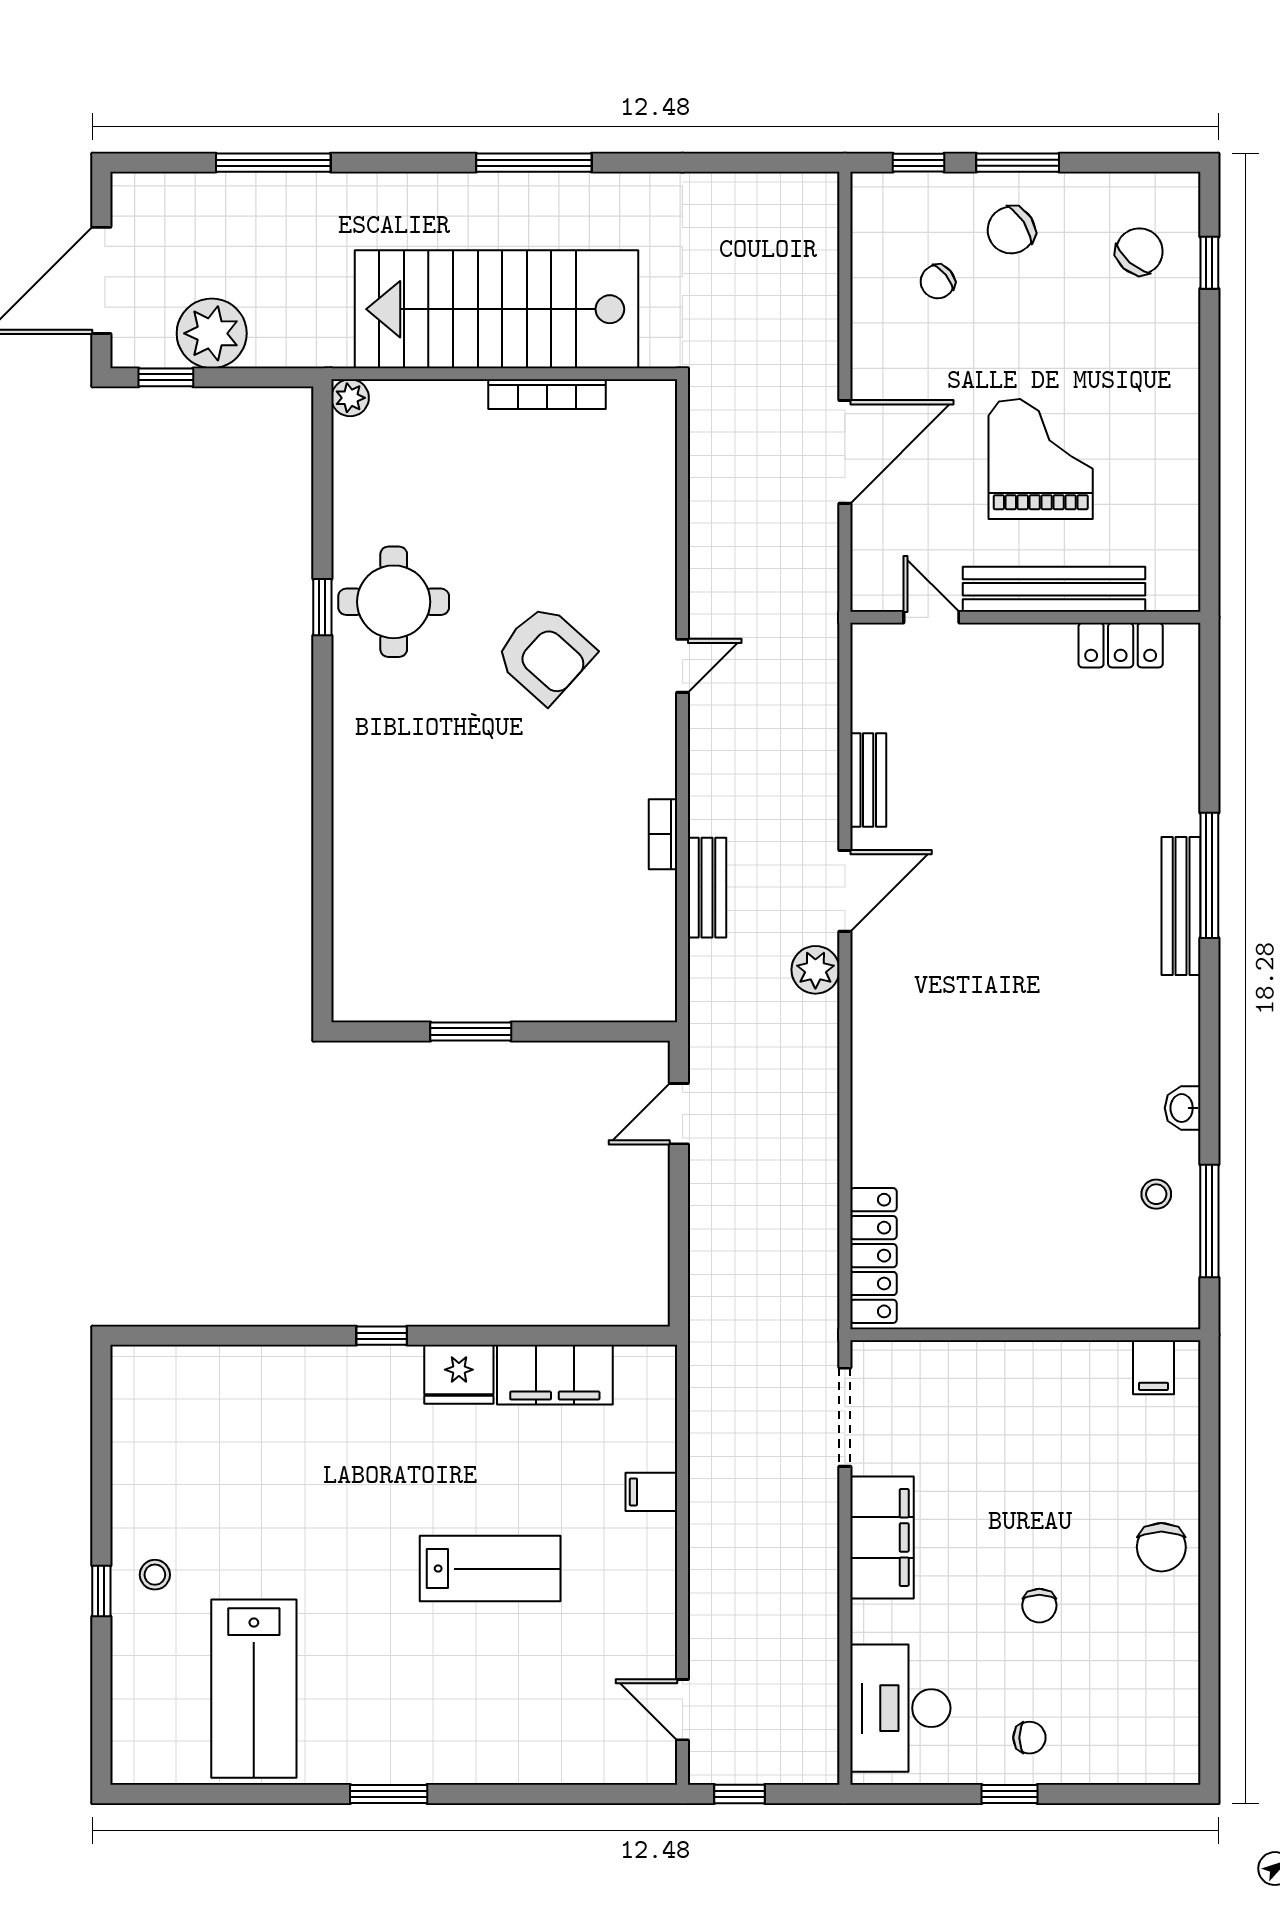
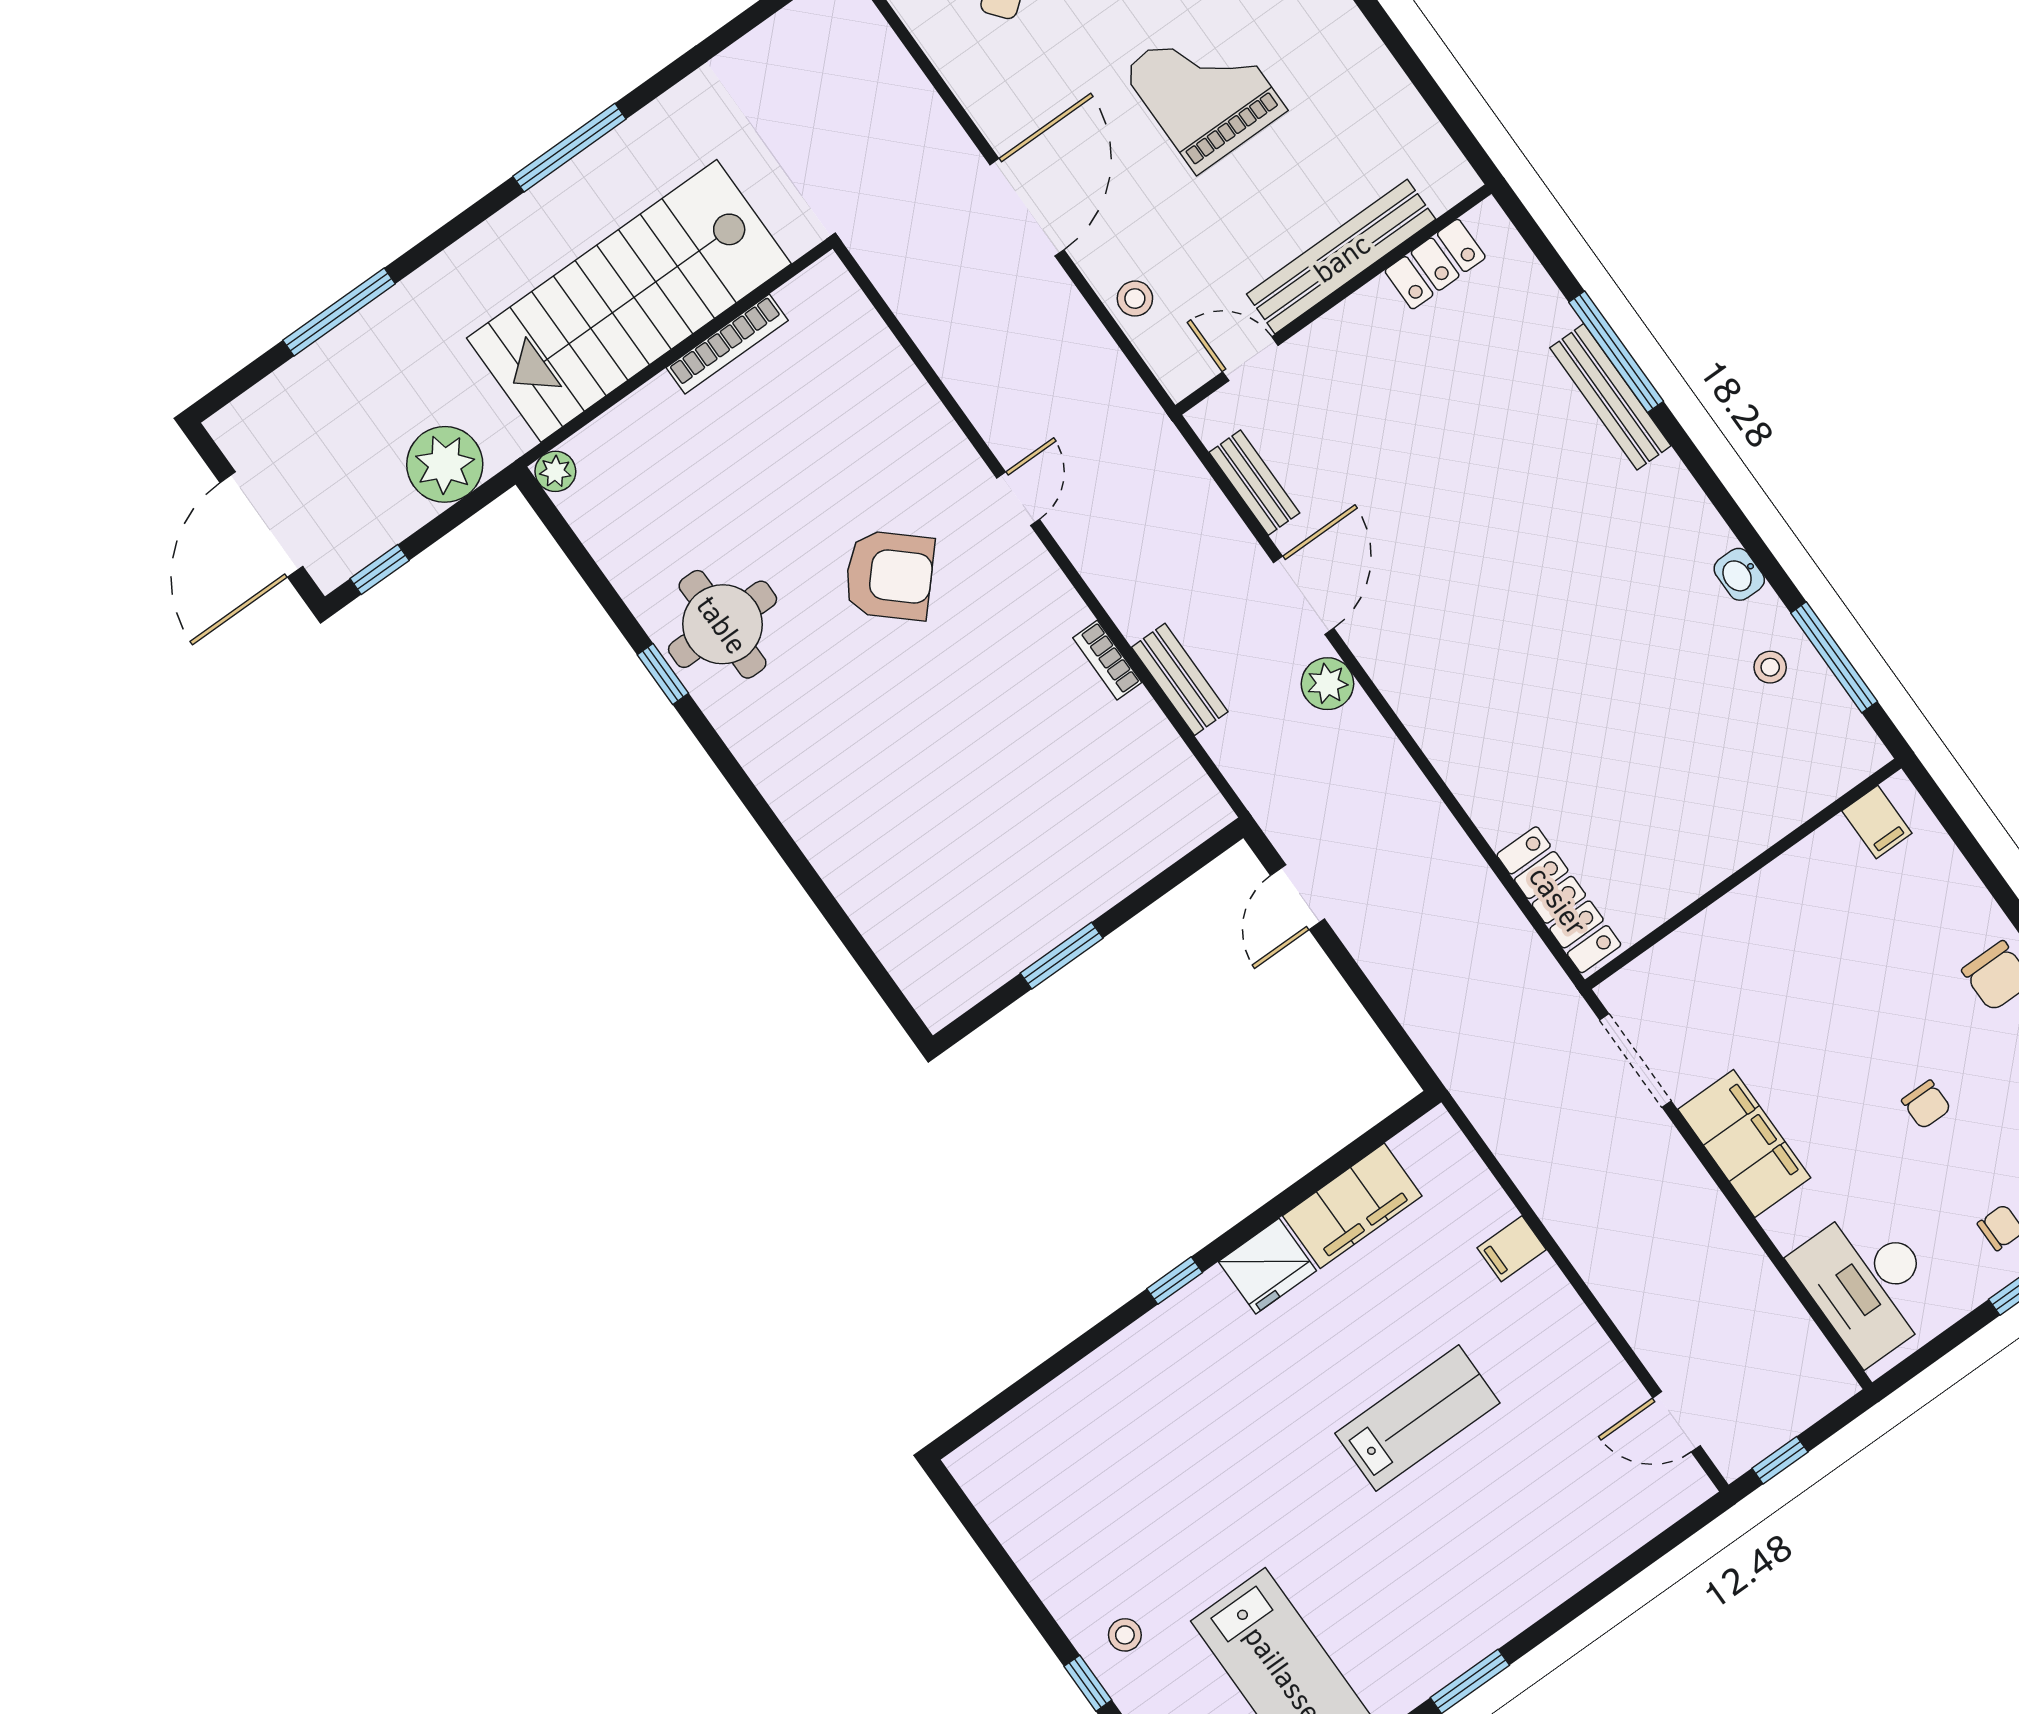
plant: (212, 333) -> (445, 464), moved
stool: (877, 578) -> (1135, 299), added
bench: (1054, 589) -> (1341, 257), moved
door: (931, 617) -> (1250, 359), moved
wall: (1025, 617) -> (1333, 300), moved
locker: (1121, 645) -> (1435, 264), moved

